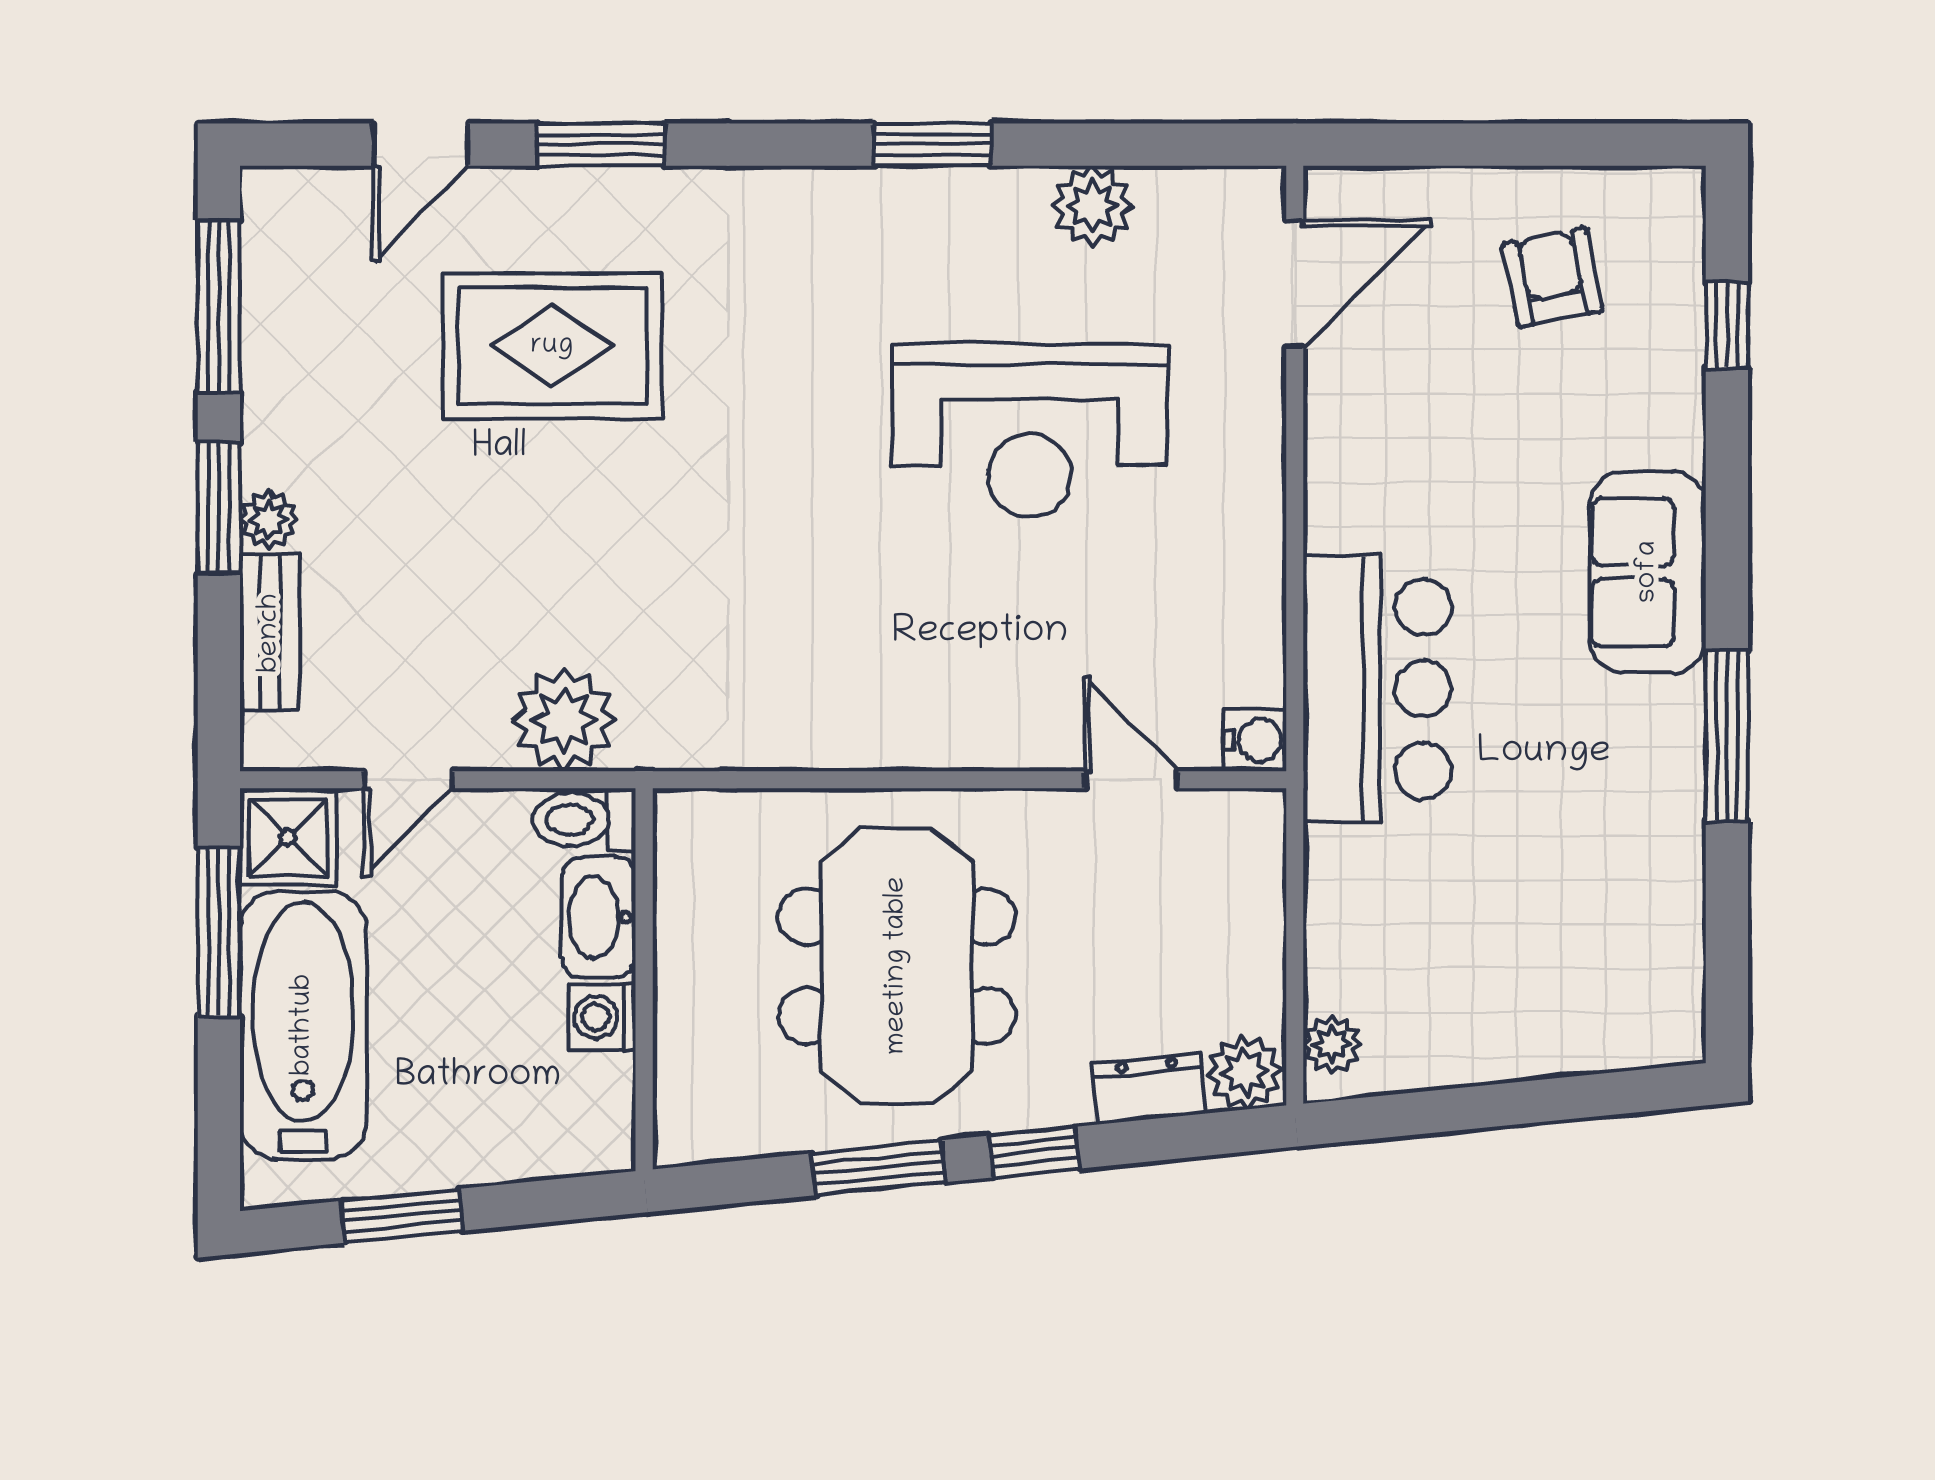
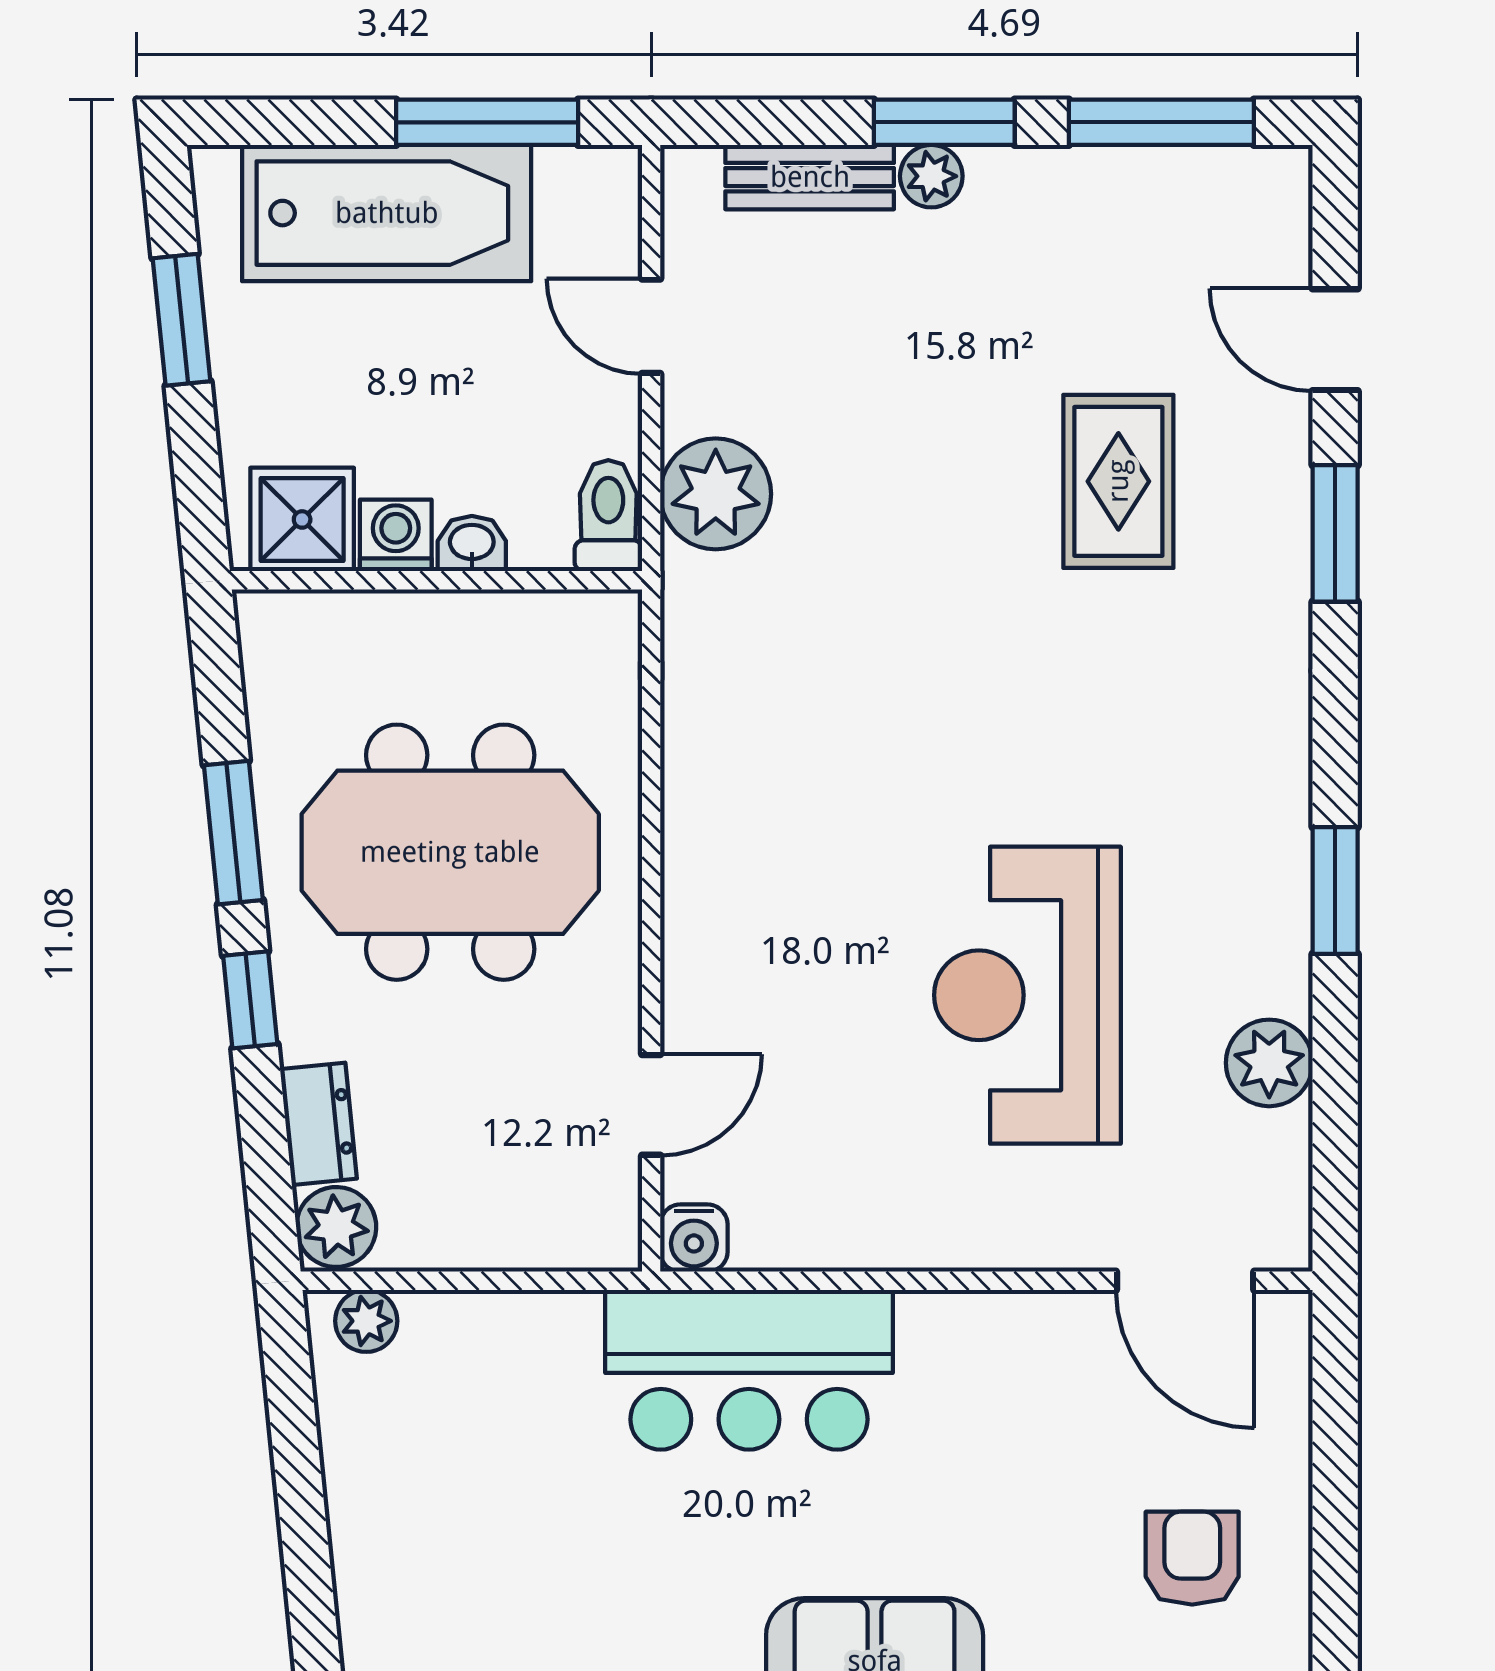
armchair: (1552, 277) -> (1192, 1558), turned -79
rug: (552, 346) -> (1118, 481), width x0.73, depth x0.70
shower: (288, 838) -> (302, 519), moved
washbasin: (599, 917) -> (472, 544), width x0.52, depth x0.69

